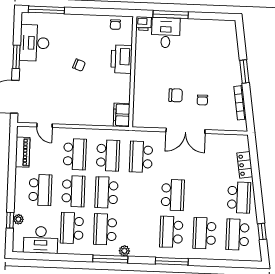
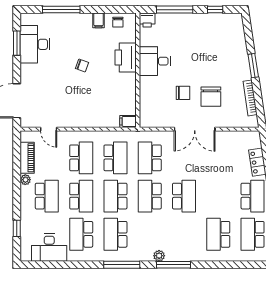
window: (46, 10) -> (61, 10), moved
window: (210, 16) -> (215, 10), added
filing cabinet: (97, 22) -> (99, 20), added
desk: (166, 33) -> (155, 61), moved, turned -90
window: (16, 57) -> (17, 43), moved
chair: (202, 100) -> (211, 97), width x1.87, depth x1.87
filing cabinet: (122, 115) -> (128, 121), width x0.50
plant: (18, 219) -> (25, 180), moved
school desk: (171, 232) -> (150, 196), moved
plant: (124, 251) -> (159, 256), moved
window: (172, 261) -> (173, 265), moved

